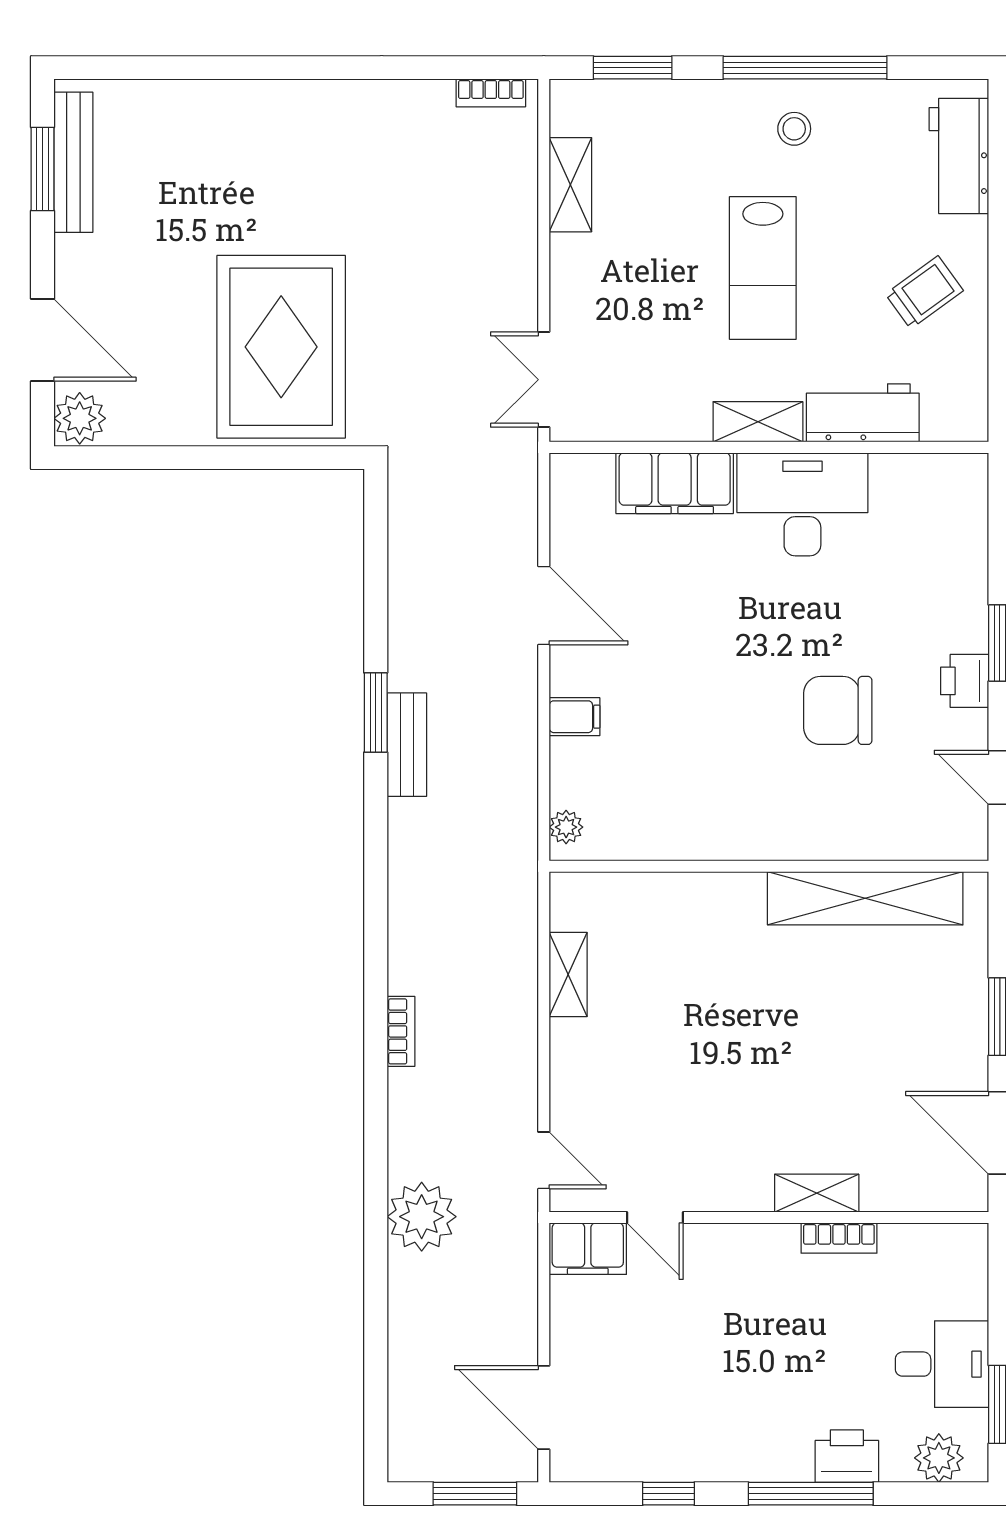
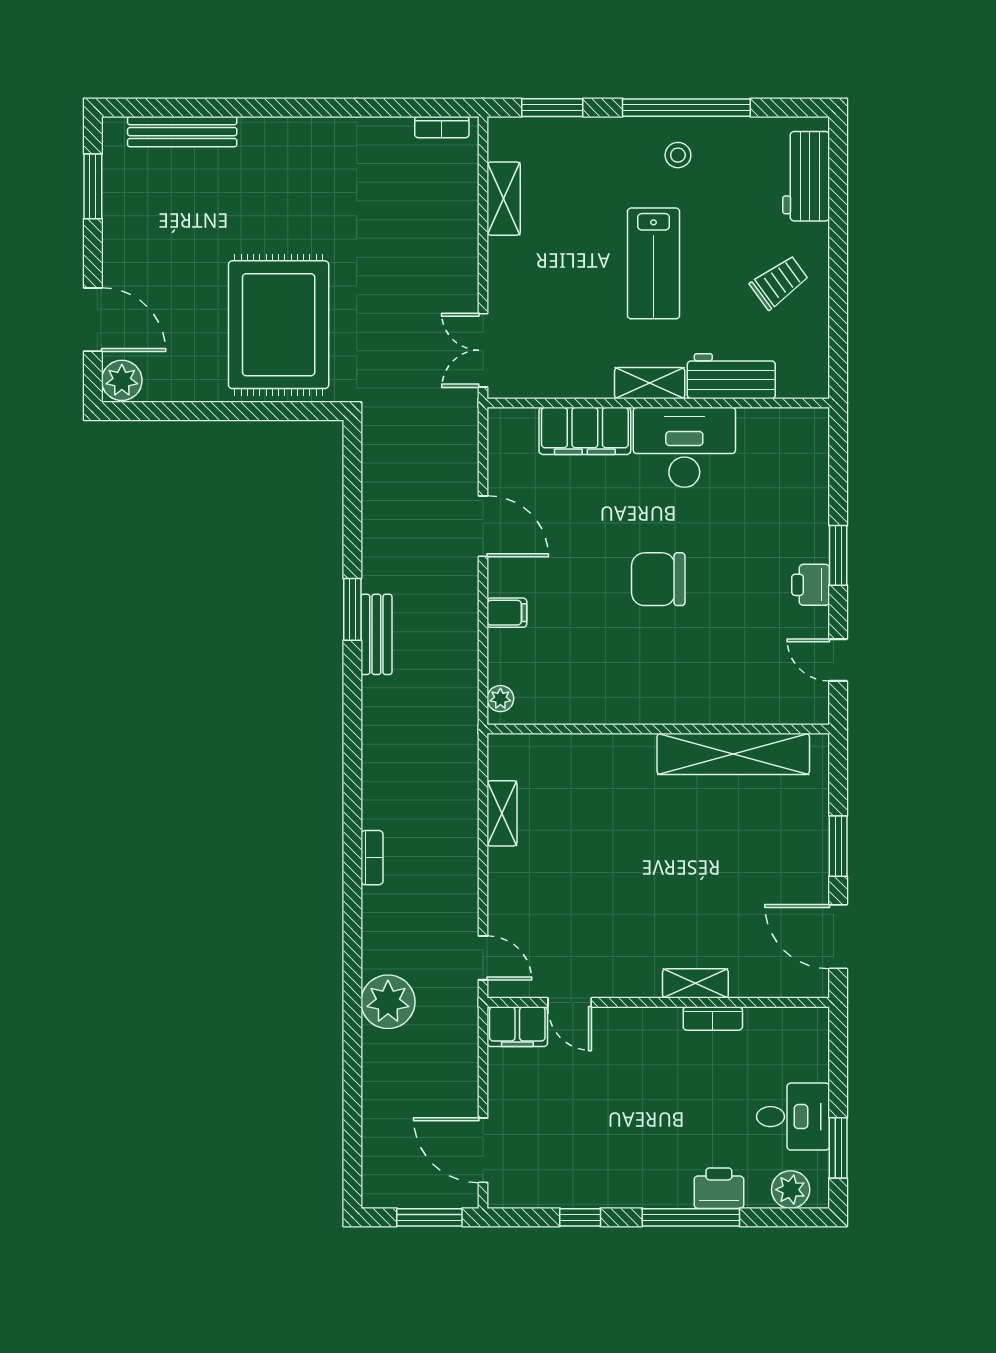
bench: (73, 162) -> (182, 132), moved, turned 90
chair: (838, 710) -> (658, 579), moved

